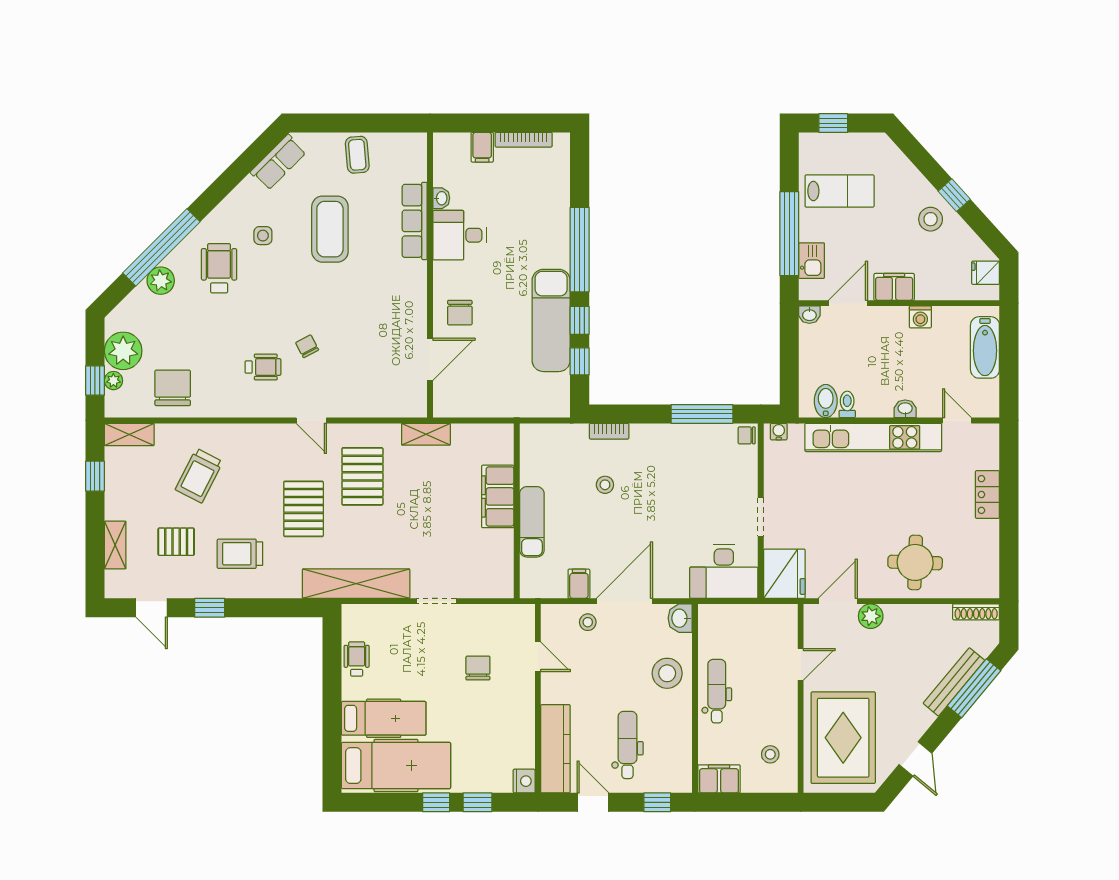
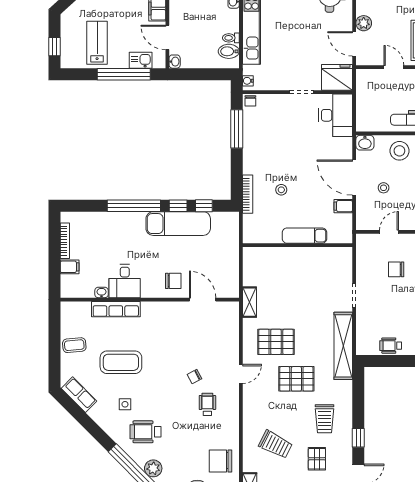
bookcase: (609, 431) -> (248, 194), width x1.56
filing cabinet: (498, 496) -> (289, 257), removed
stool: (588, 622) -> (384, 188), moved

